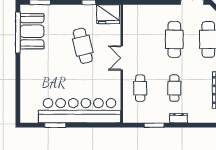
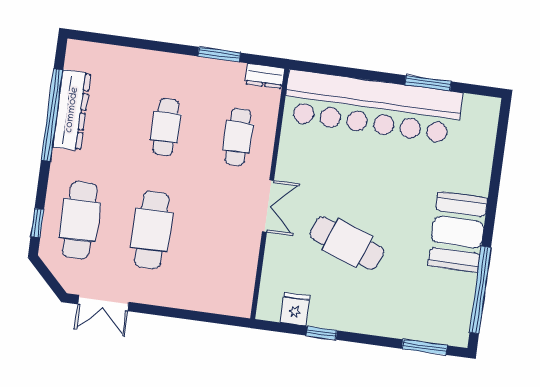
fridge: (108, 14) -> (295, 309), width x0.53, depth x0.75
booth: (32, 31) -> (458, 232), moved
cafe table: (83, 46) -> (347, 243), turned -56
dresser: (178, 118) -> (265, 76), moved

